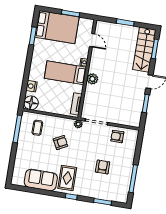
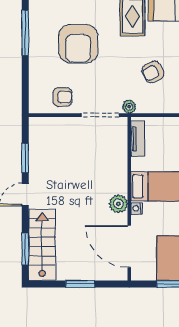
door: (92, 40) -> (129, 246), width x1.88
plant: (92, 79) -> (118, 204), moved
armchair: (103, 167) -> (78, 44), width x1.88, depth x1.88

